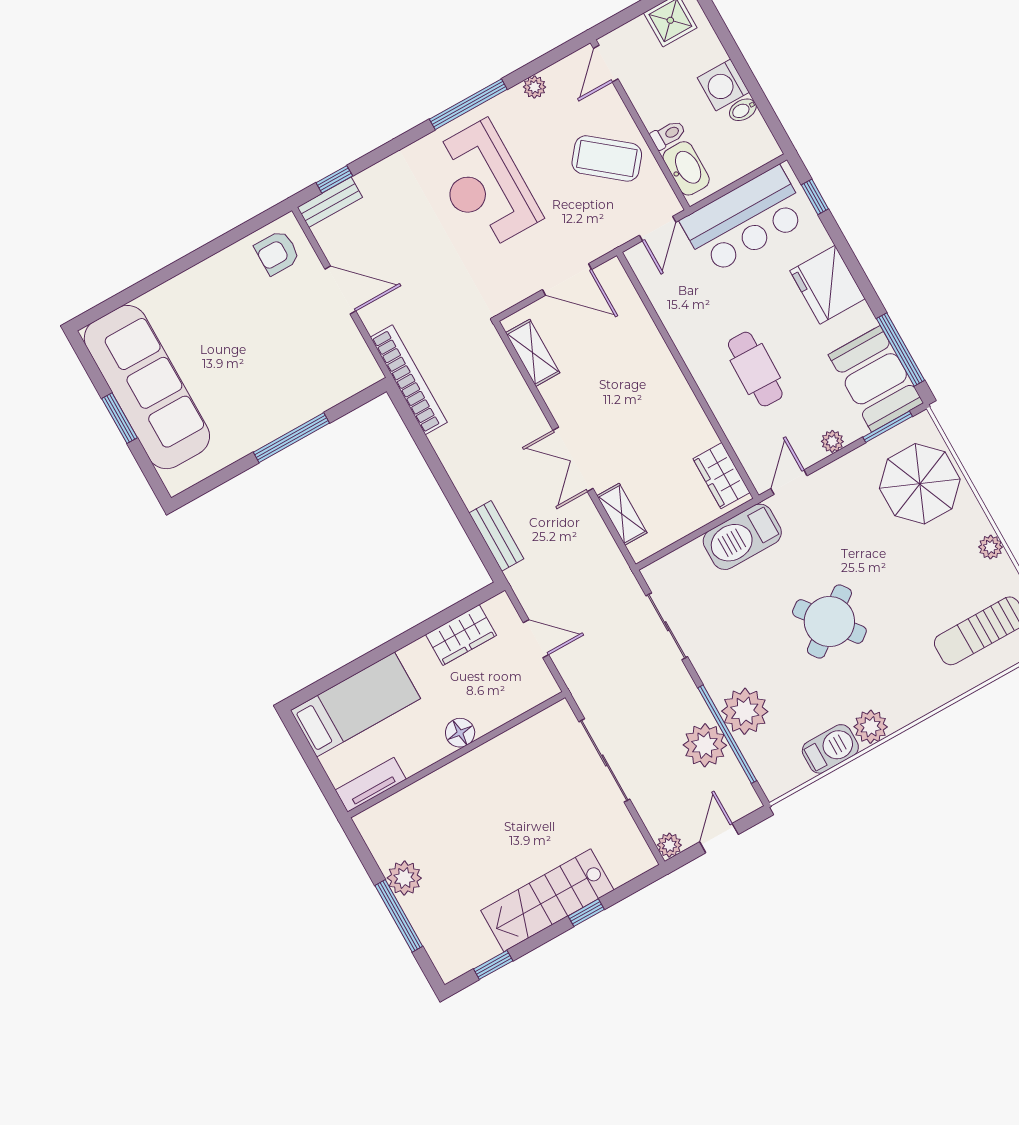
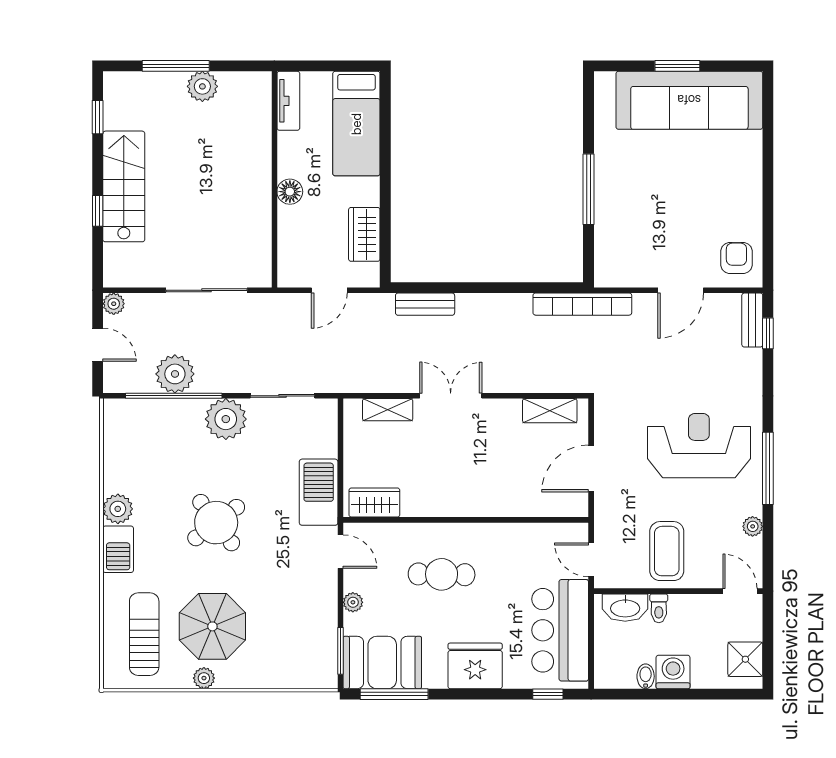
coffee table: (607, 158) -> (667, 551), turned -39
parasol: (920, 484) -> (212, 626), moved
plant: (745, 711) -> (226, 419), moved
barbecue: (830, 749) -> (118, 549), moved

